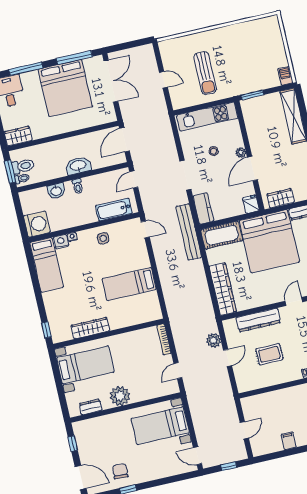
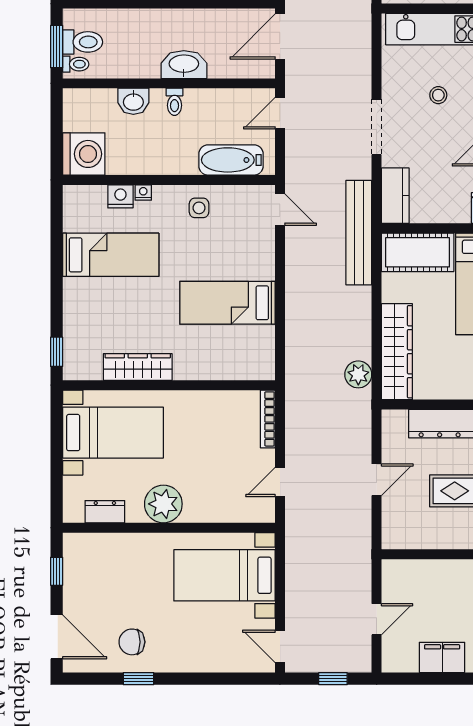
bed: (47, 265) -> (111, 255), moved, turned -90
plant: (214, 340) -> (358, 374), moved
filing cabinet: (289, 441) -> (442, 657), width x2.00
chair: (120, 471) -> (132, 642), turned -94

